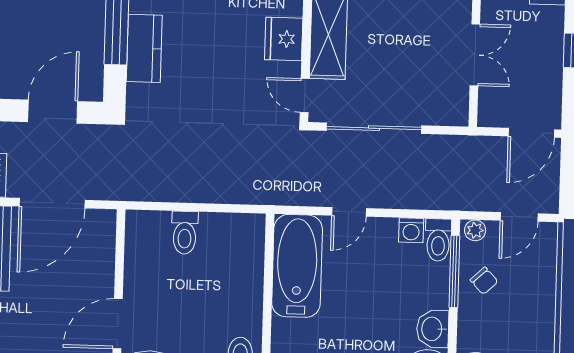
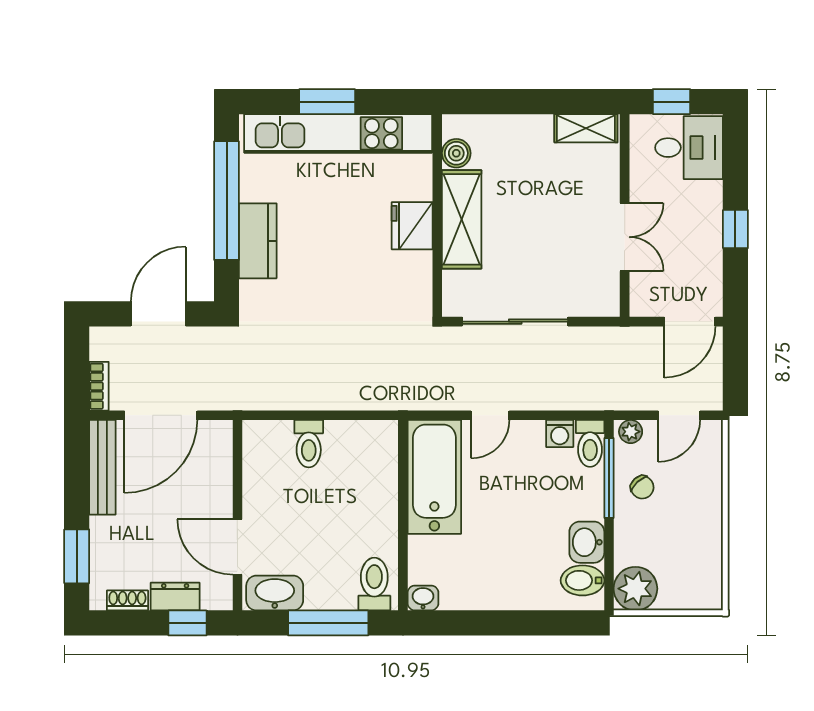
door: (305, 95) -> (437, 288), removed
door: (118, 324) -> (237, 547), hinge flipped

